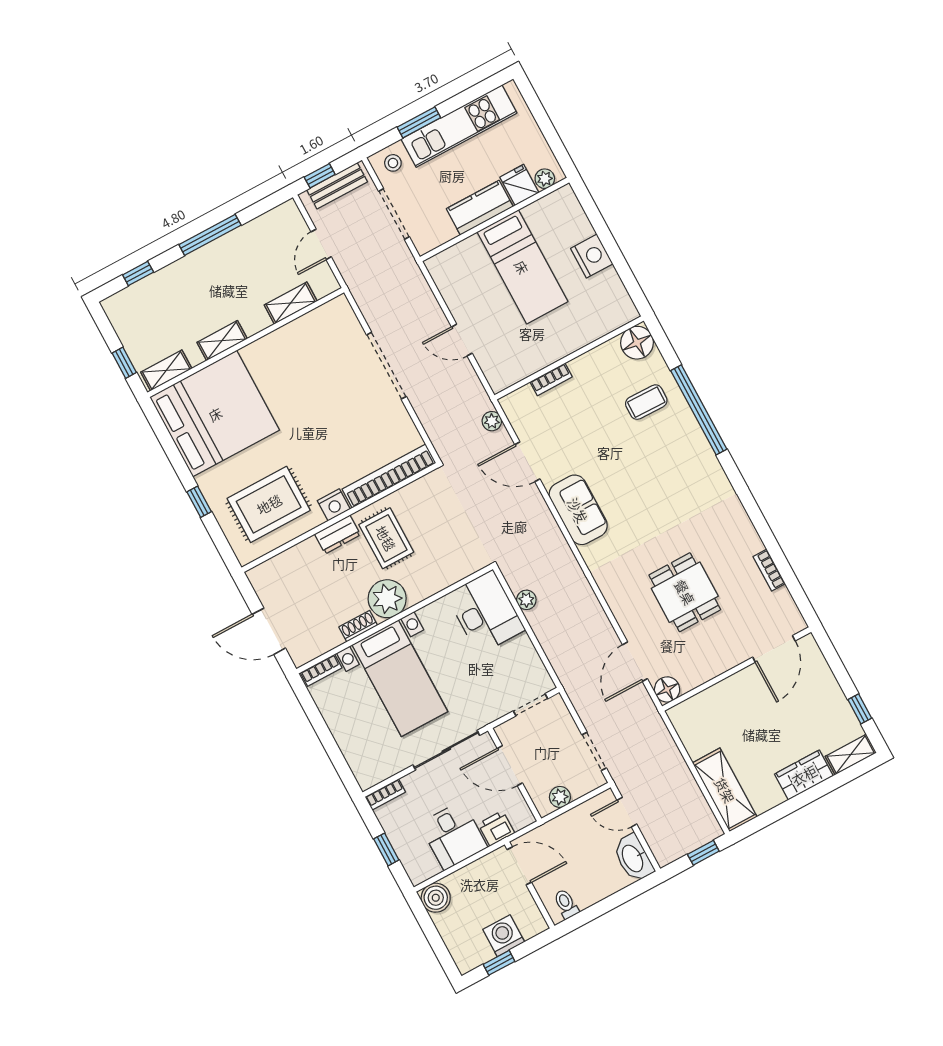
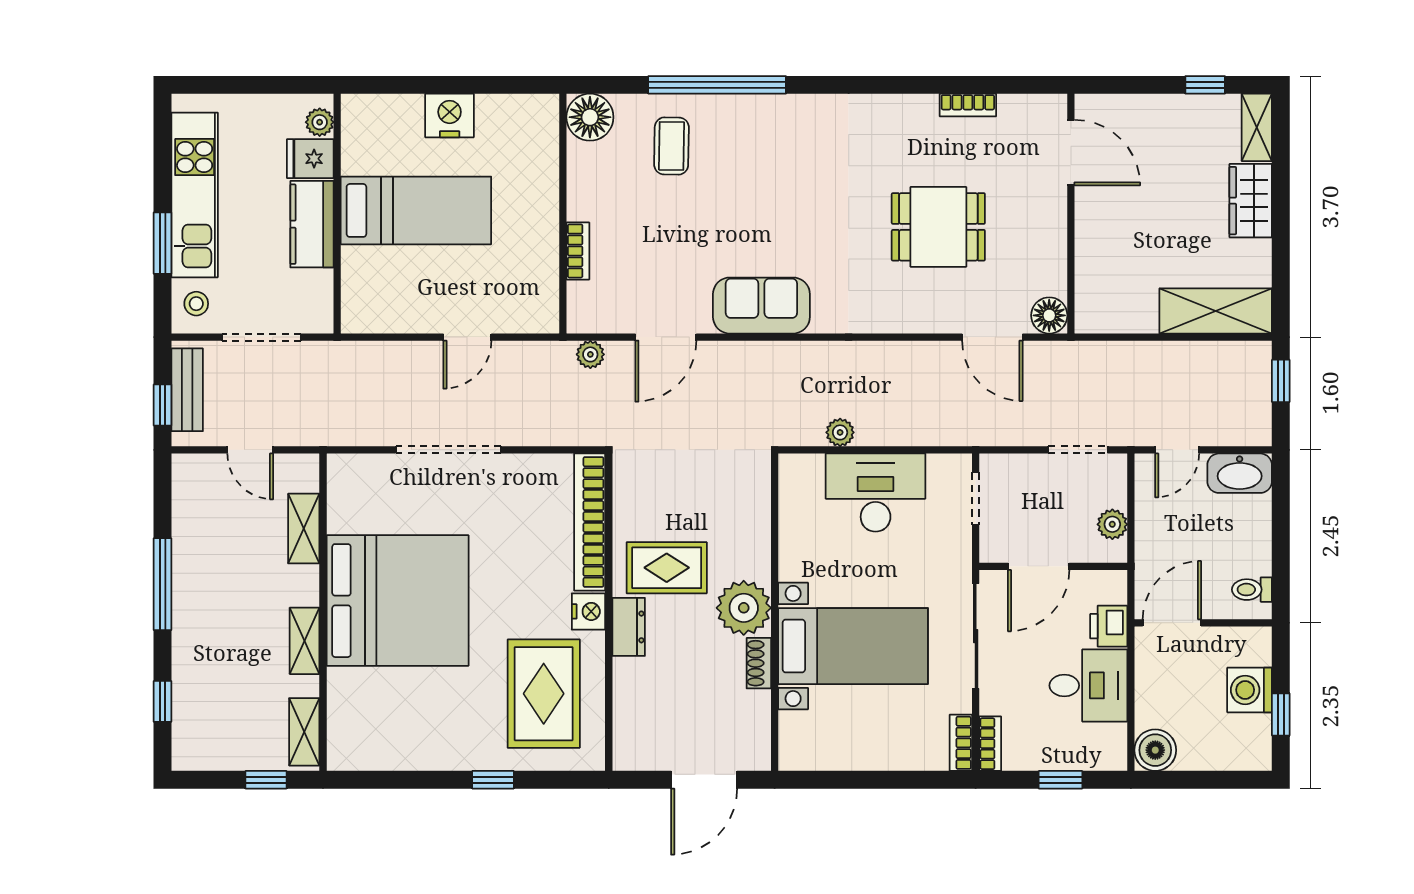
bed: (215, 414) -> (398, 601), moved, turned 90
desk: (486, 612) -> (876, 493), moved
bookcase: (321, 670) -> (961, 743), moved, turned 180

